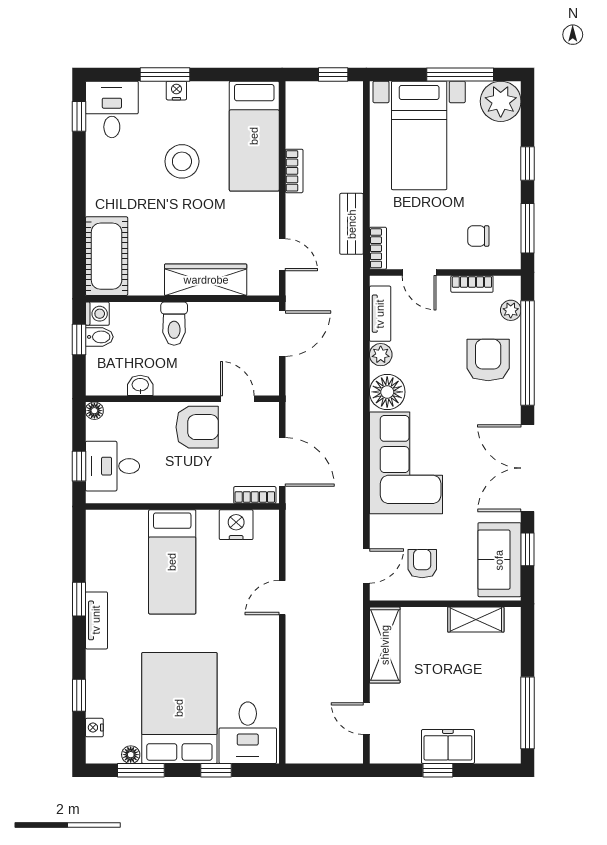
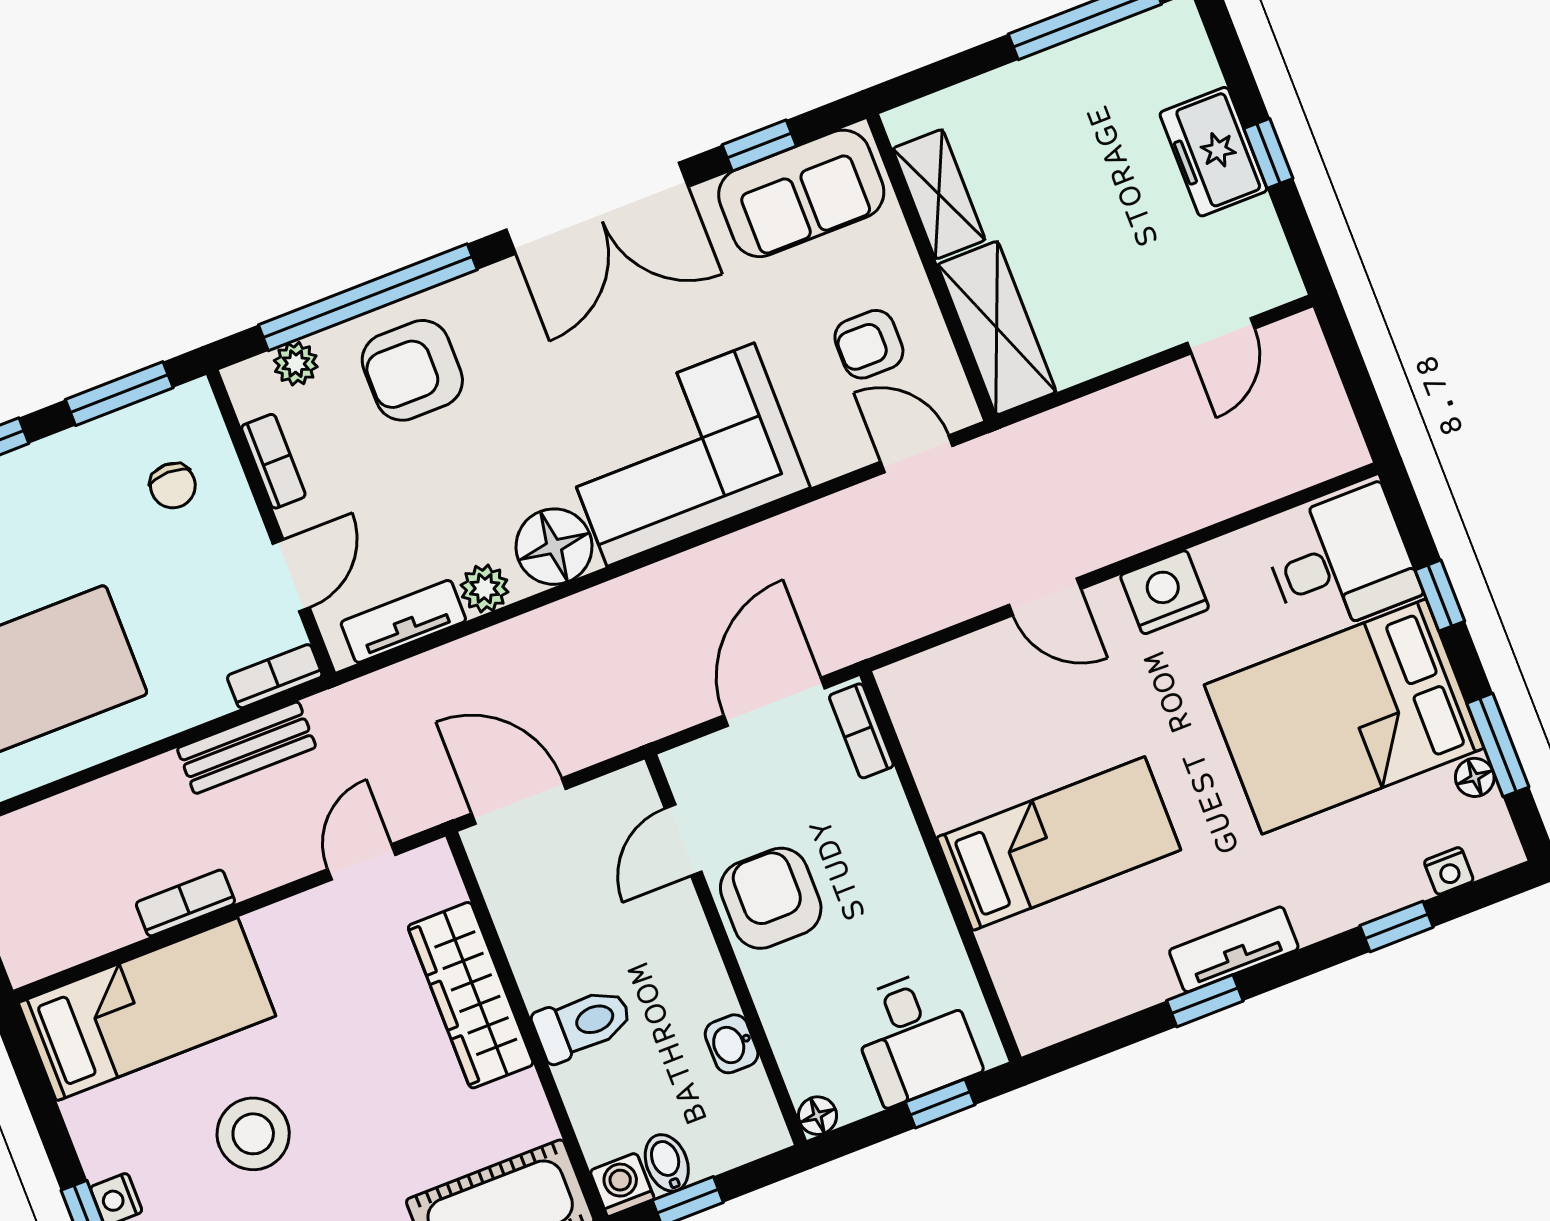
nightstand: (236, 525) -> (1165, 592), moved, turned 90
shelving: (385, 645) -> (997, 328), moved, turned 90

